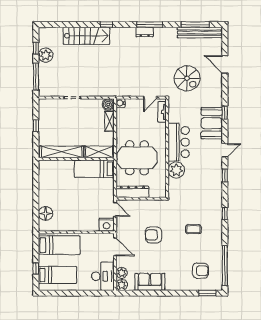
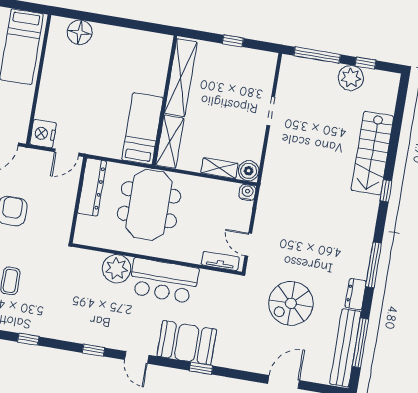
dresser: (145, 32) -> (356, 294), moved
spiral stairs: (187, 78) -> (291, 303), moved

